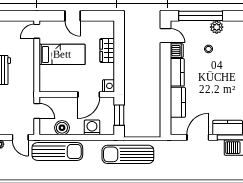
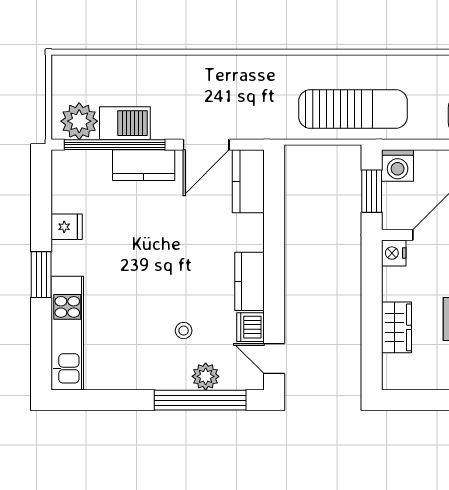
plant: (217, 27) -> (206, 376), moved
kitchen counter: (178, 102) -> (248, 181), moved
washing machine: (92, 127) -> (398, 166), moved

